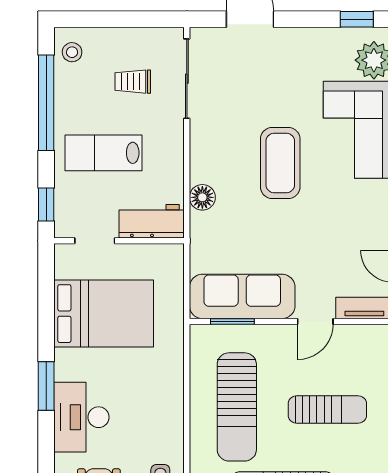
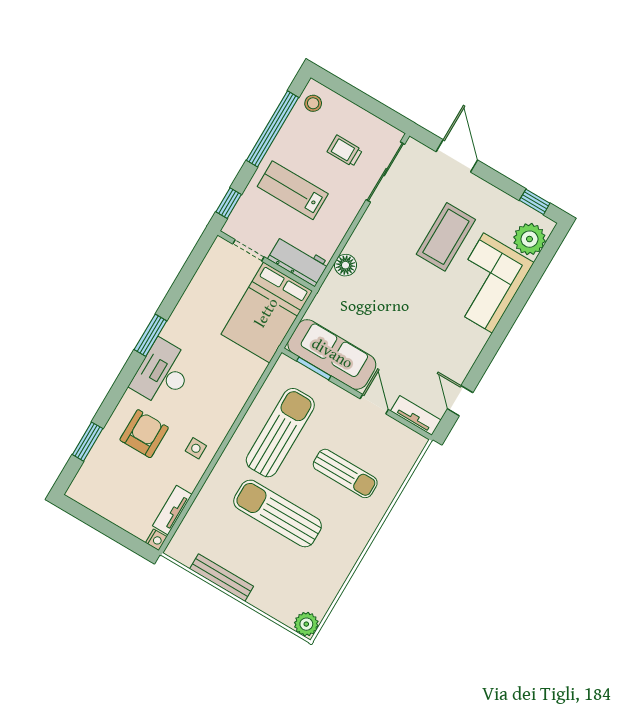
coffee table: (280, 163) -> (446, 237), moved
bed: (104, 314) -> (267, 313), moved, turned 90
door: (315, 321) -> (374, 404), swing flipped
sun lounger: (237, 407) -> (280, 433), turned 180

